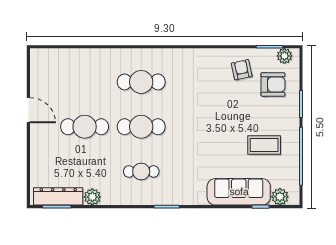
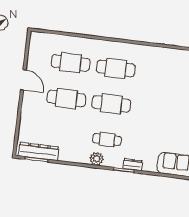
cafe table: (85, 82) -> (71, 63), added
plant: (92, 197) -> (97, 159), moved
dresser: (177, 199) -> (133, 165), added

